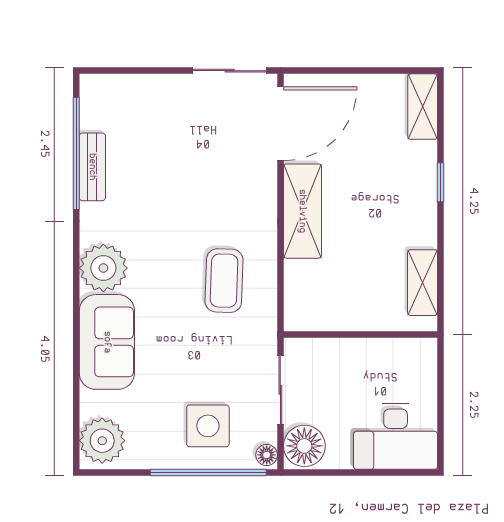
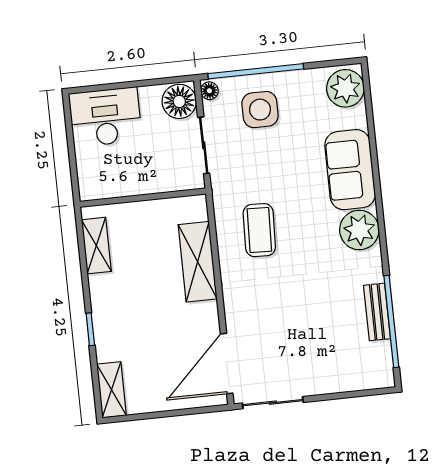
shelving: (302, 211) -> (198, 262), moved

